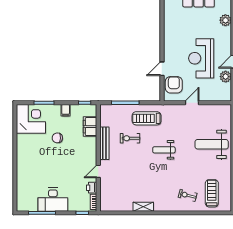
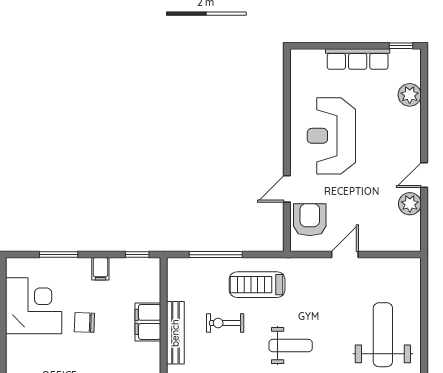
reception desk: (201, 58) -> (331, 136), moved
corner desk: (31, 119) -> (34, 306), moved
filing cabinet: (90, 127) -> (148, 322), moved
weight bench: (212, 144) -> (383, 335), turned 90
weight bench: (164, 150) -> (291, 346), turned 180

